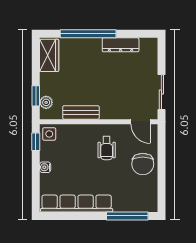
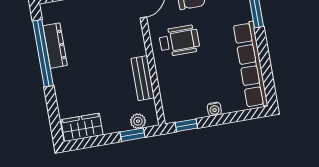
window: (88, 34) -> (43, 53), moved
side table: (49, 134) -> (174, 111), removed
wheelchair: (107, 148) -> (179, 41), width x1.36, depth x1.37

